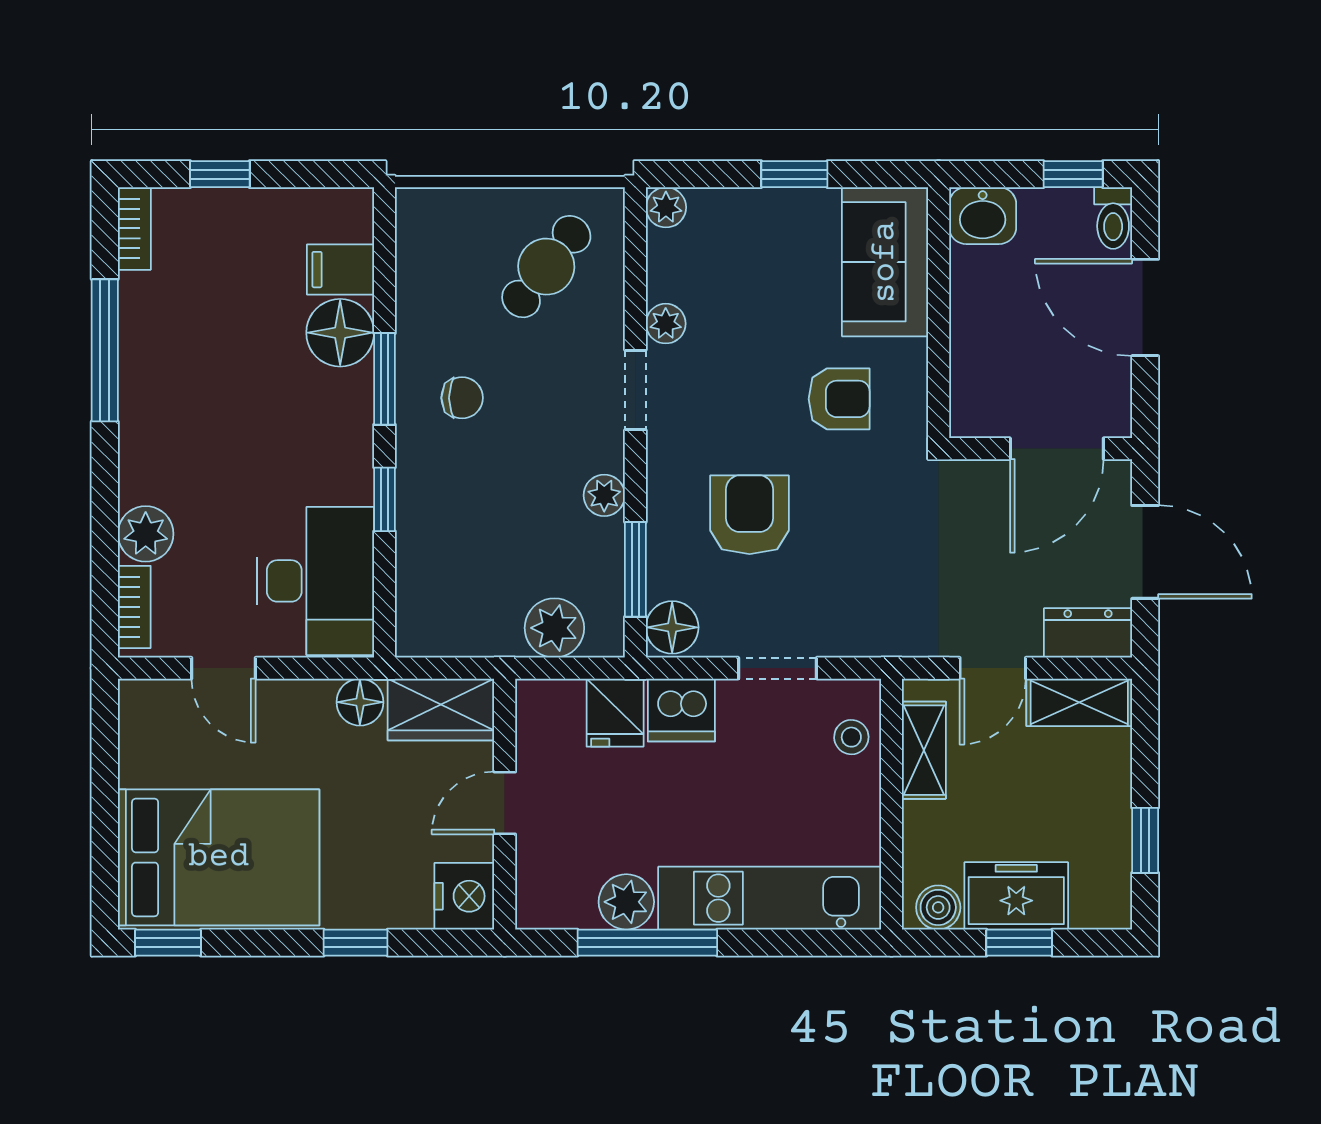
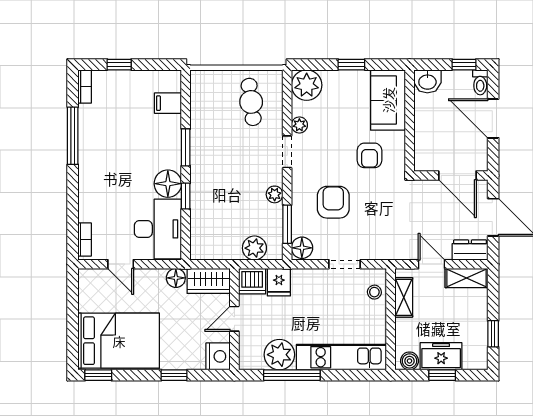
plant: (666, 207) -> (307, 85), width x1.88, depth x1.88
cafe table: (546, 267) -> (251, 102), turned -45
floor lamp: (340, 333) -> (168, 184), moved
chair: (462, 398) -> (217, 155), removed
armchair: (839, 399) -> (369, 155), turned 90
door: (1057, 449) -> (457, 176), hinge flipped
plant: (146, 534) -> (89, 210), removed
door: (993, 668) -> (432, 264), swing flipped
dishwasher: (681, 710) -> (252, 281), moved
plant: (626, 902) -> (279, 355), width x1.36, depth x1.36

